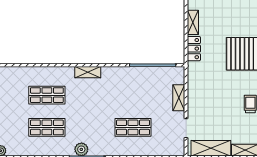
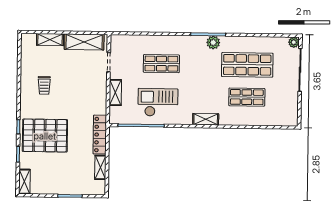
locker: (194, 49) -> (100, 135), width x1.53
checkout: (136, 88) -> (158, 102), added
shop shelf: (47, 127) -> (247, 65), width x1.43, depth x1.36

